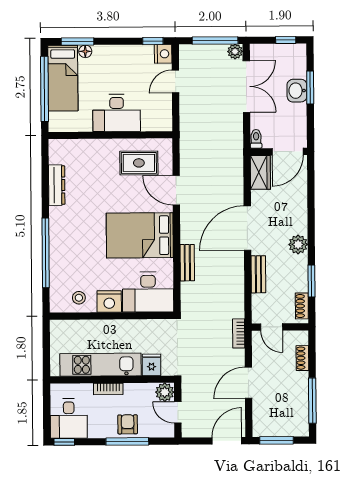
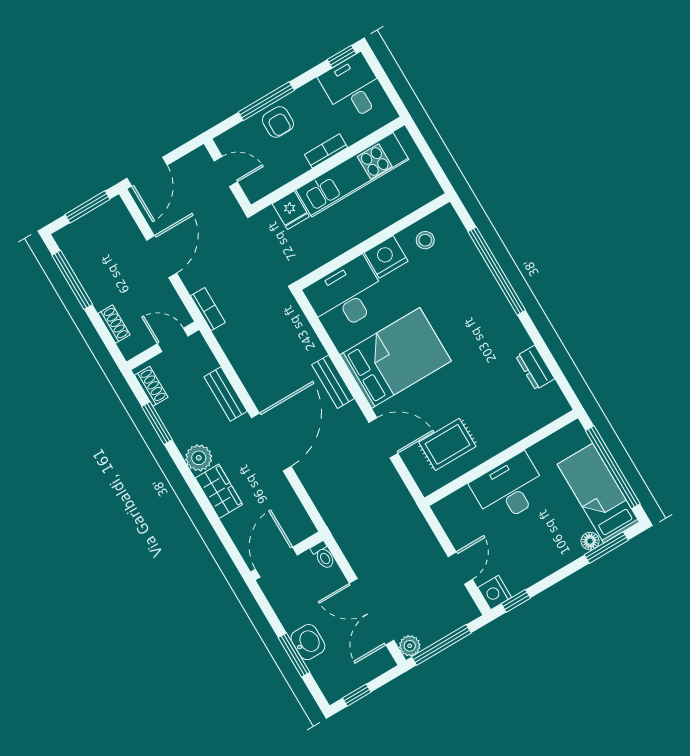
wardrobe: (260, 172) -> (219, 491), moved, turned 180
dresser: (57, 185) -> (535, 368), width x0.70
bench: (187, 263) -> (333, 382), moved
plant: (165, 392) -> (256, 187), removed

